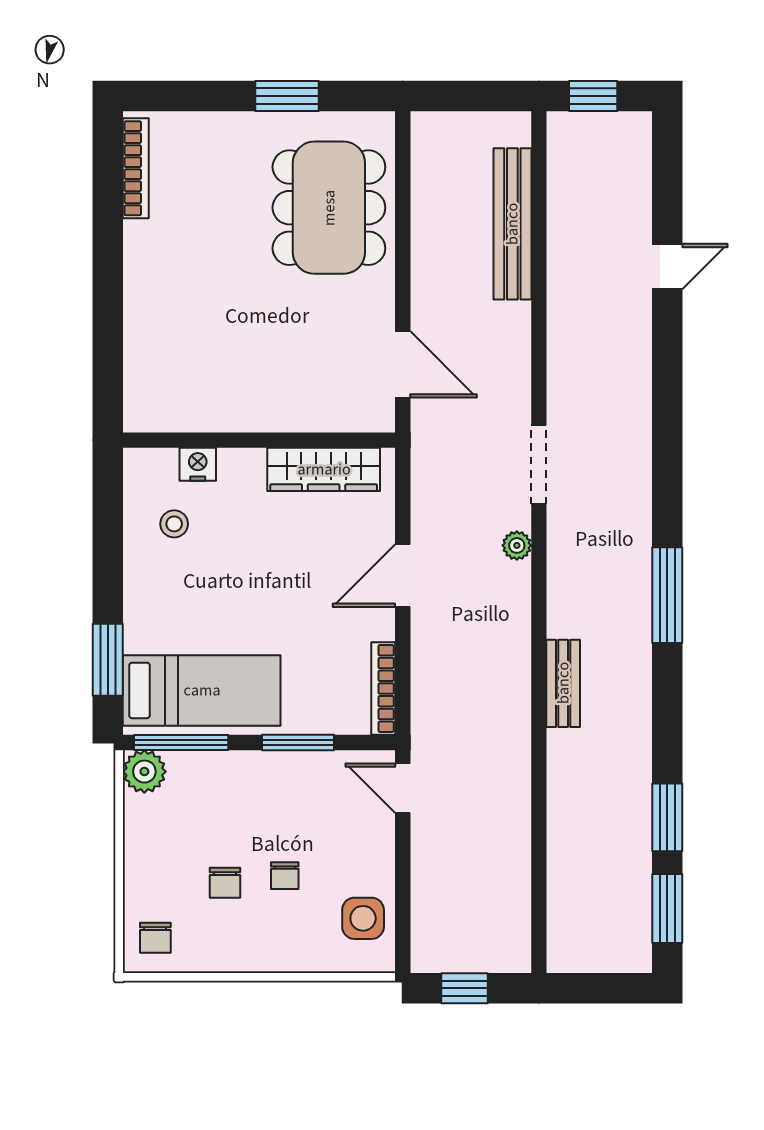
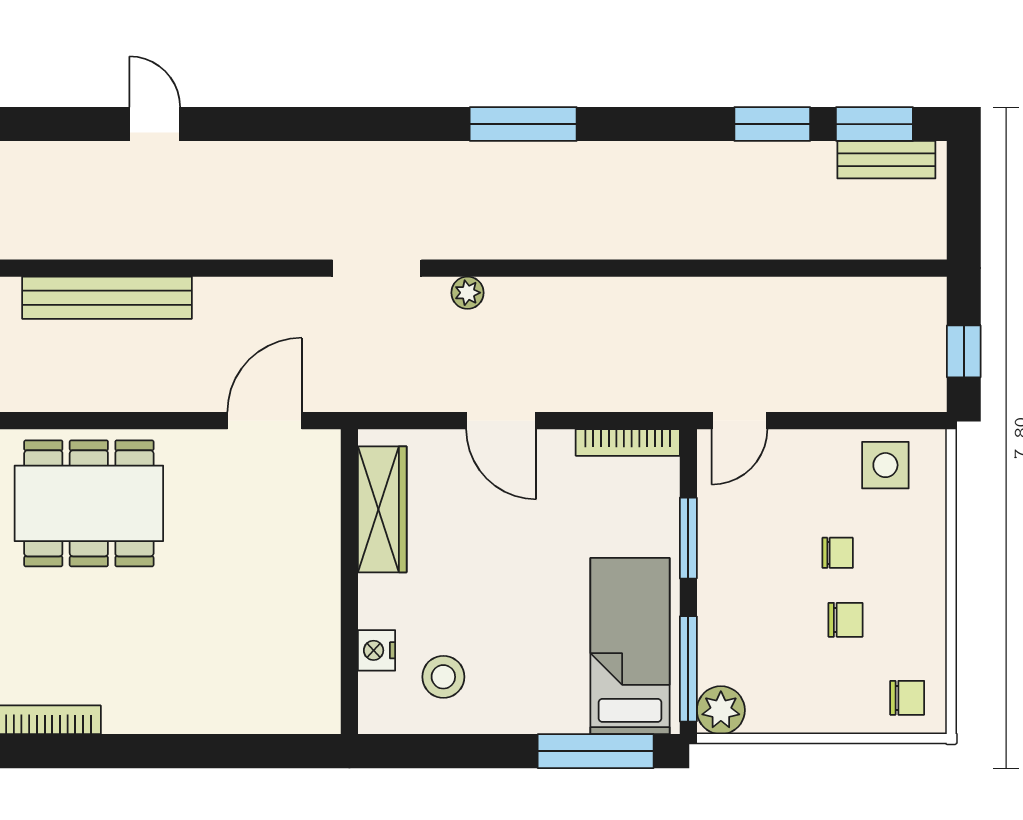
stool: (174, 524) -> (443, 677), width x1.37, depth x1.37
window: (108, 660) -> (596, 751), width x1.44
bench: (563, 683) -> (886, 160), moved

